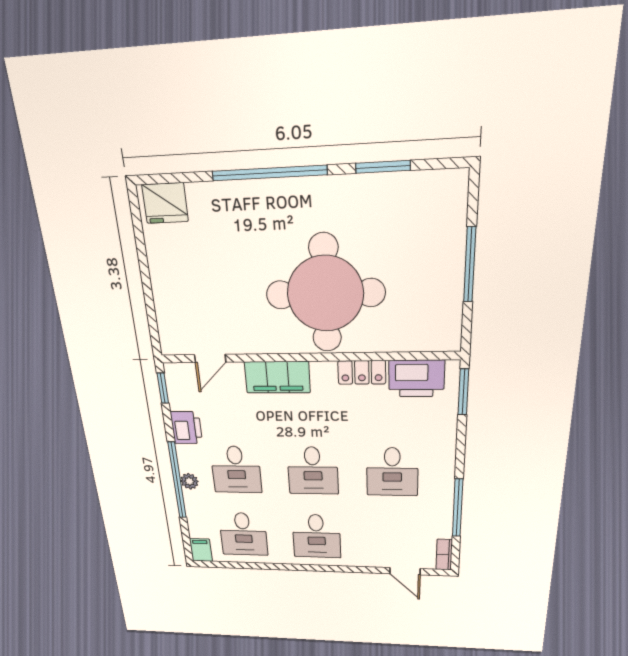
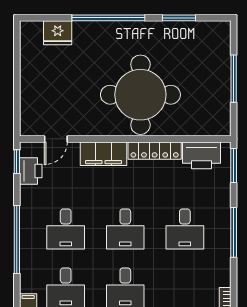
fridge: (165, 203) -> (58, 33), moved
locker: (362, 372) -> (155, 151), width x1.53
printer: (186, 428) -> (31, 171), moved
plant: (189, 481) -> (27, 240), removed
window: (458, 508) -> (234, 232), moved

